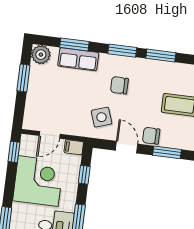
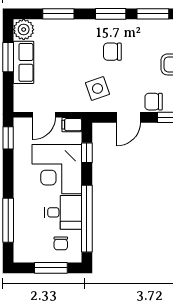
row of seats: (78, 59) -> (24, 62), moved, turned -90
door: (127, 147) -> (129, 117), swing flipped
corner desk: (38, 181) -> (57, 169), moved, turned 180

